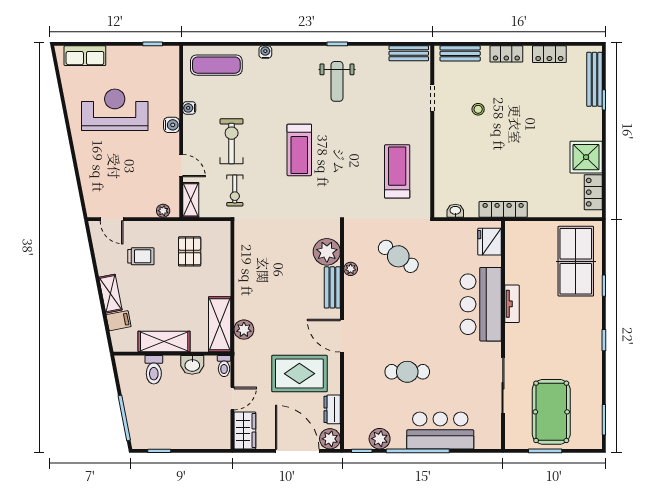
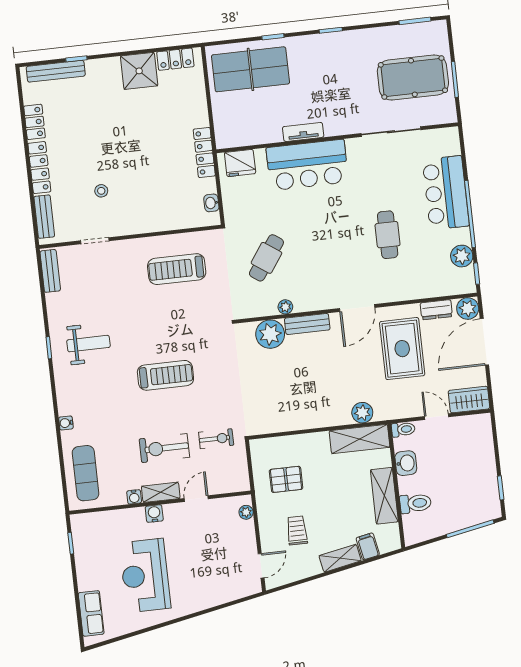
locker: (506, 54) -> (39, 168), width x1.53
shelving: (191, 200) -> (161, 492), moved

